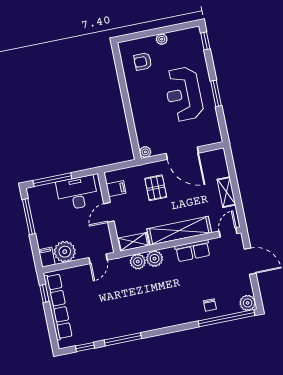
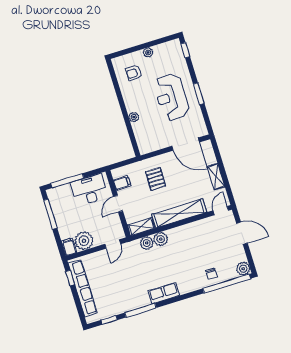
plant: (145, 152) -> (134, 117), moved
door: (182, 153) -> (186, 144), moved
row of seats: (193, 251) -> (164, 293), moved, turned 180

